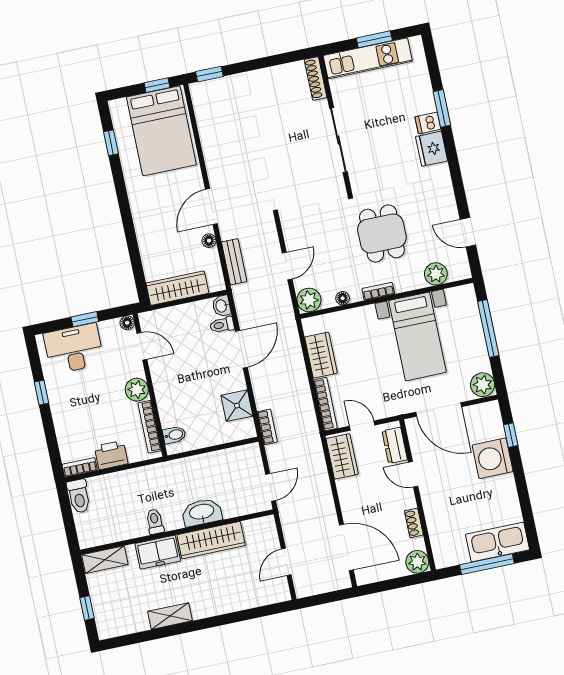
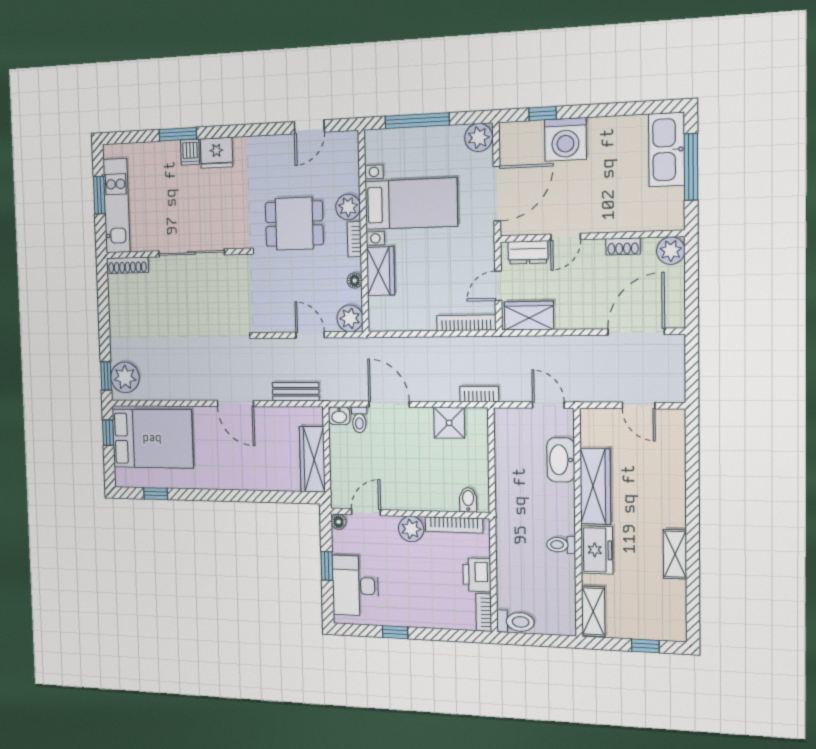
plant: (212, 94) -> (125, 377), added
floor lamp: (209, 241) -> (269, 414), removed
plant: (436, 274) -> (348, 207), moved
wardrobe: (321, 355) -> (381, 271), moved, turned 90
washbasin: (202, 512) -> (561, 460), moved

